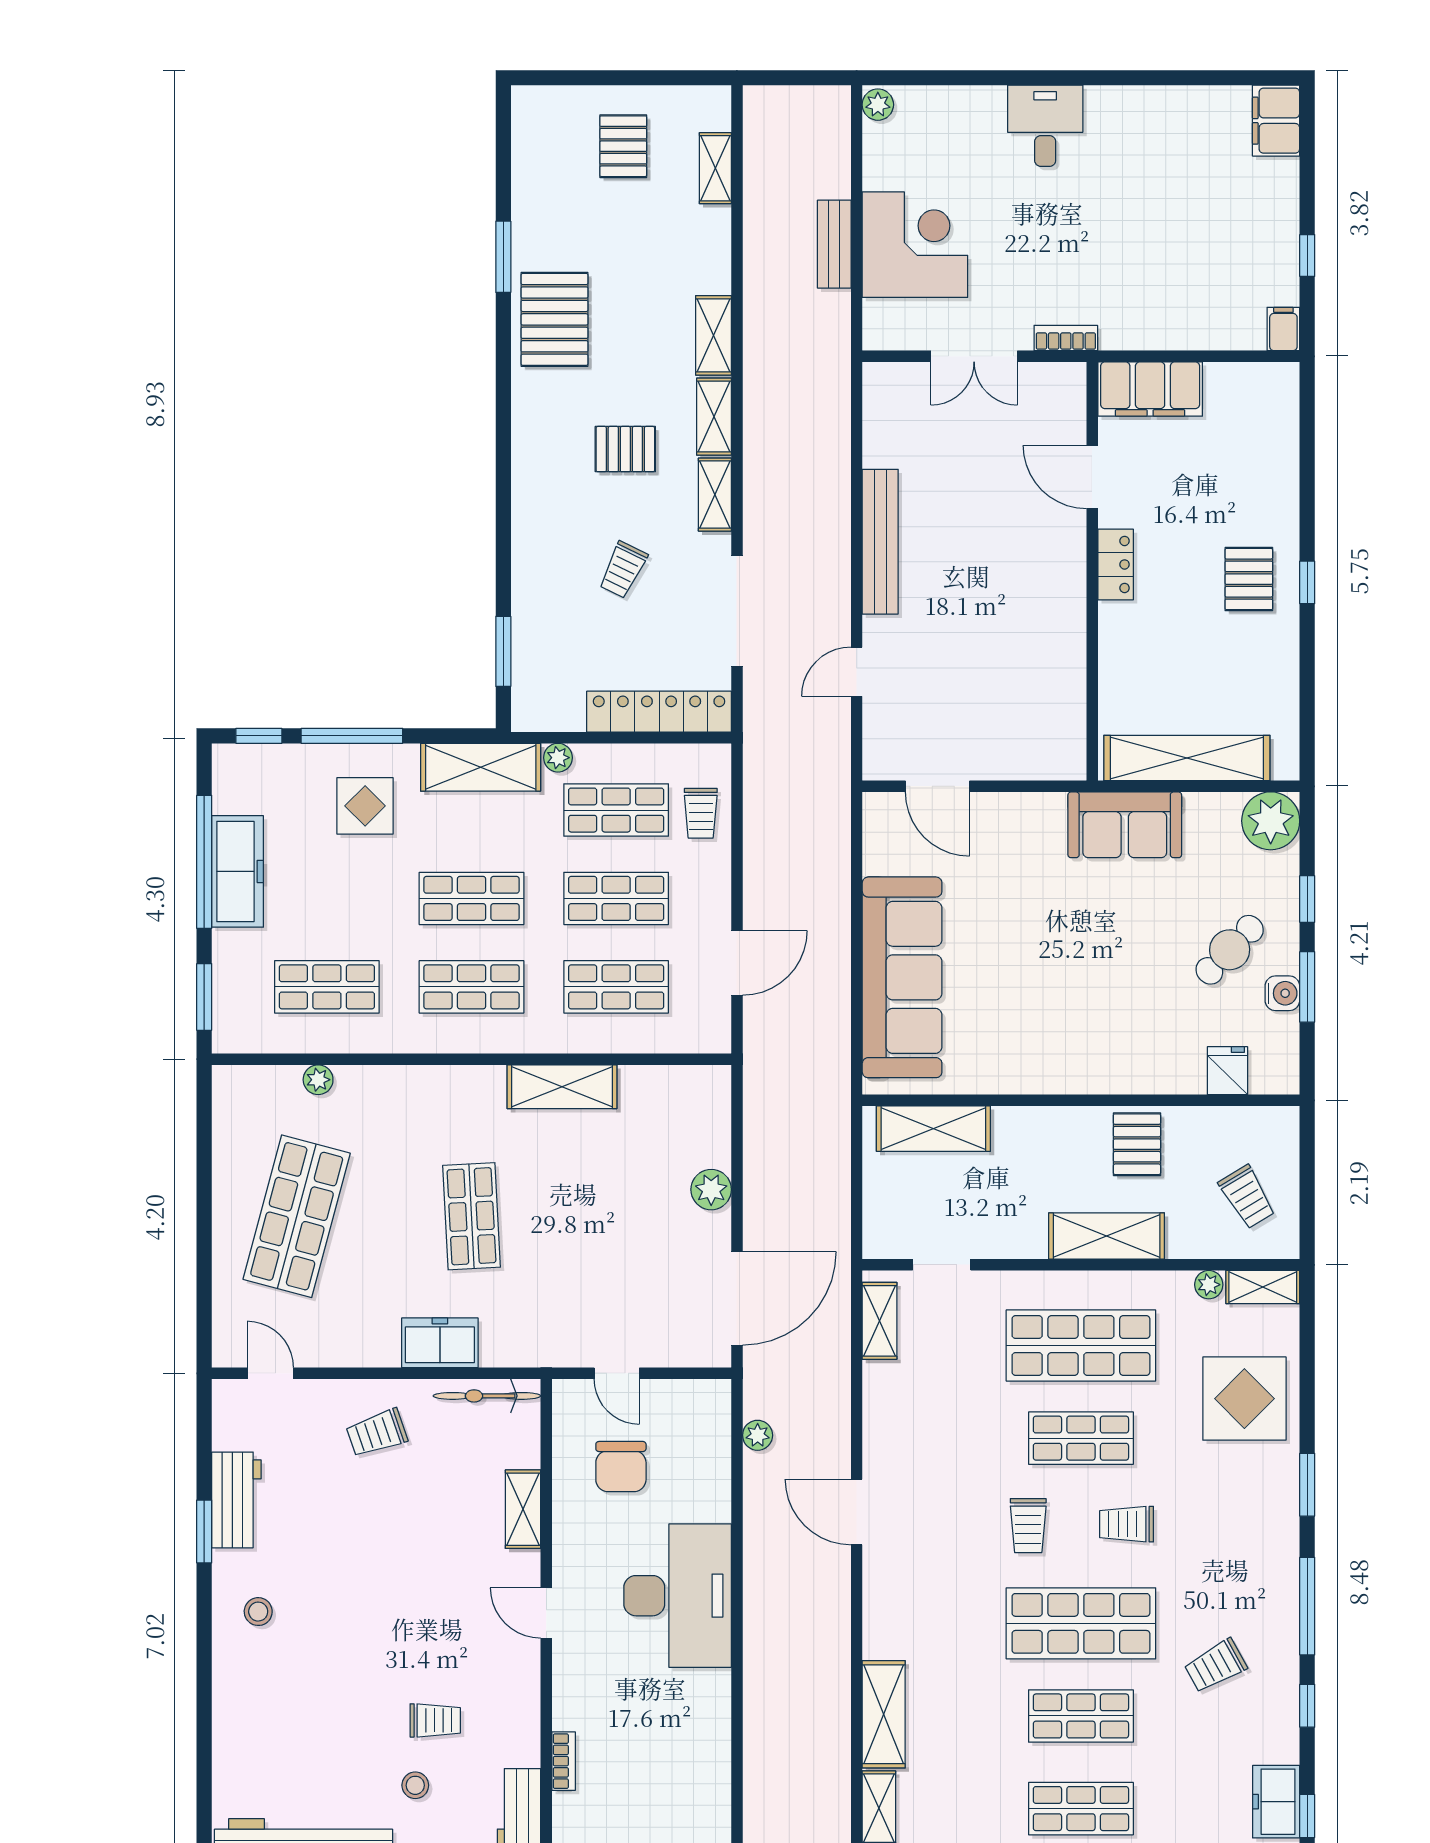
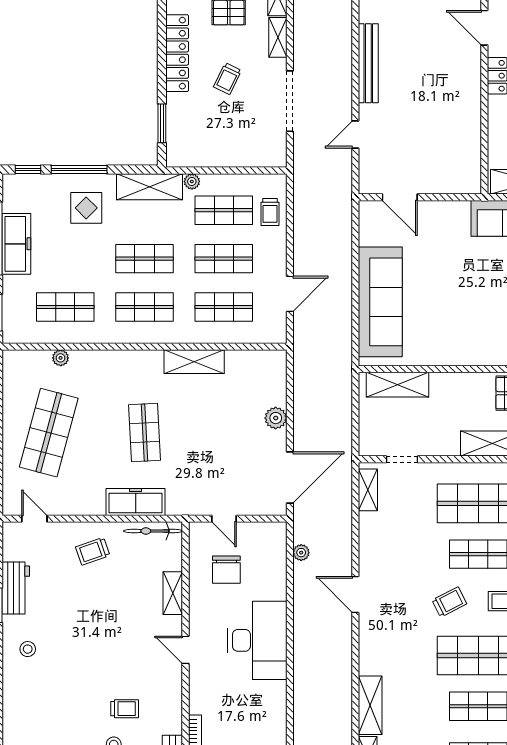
locker: (659, 712) -> (177, 53), moved, turned 90
freezer: (440, 1343) -> (136, 502), width x1.40
trolley: (1028, 1526) -> (449, 602), turned -117

